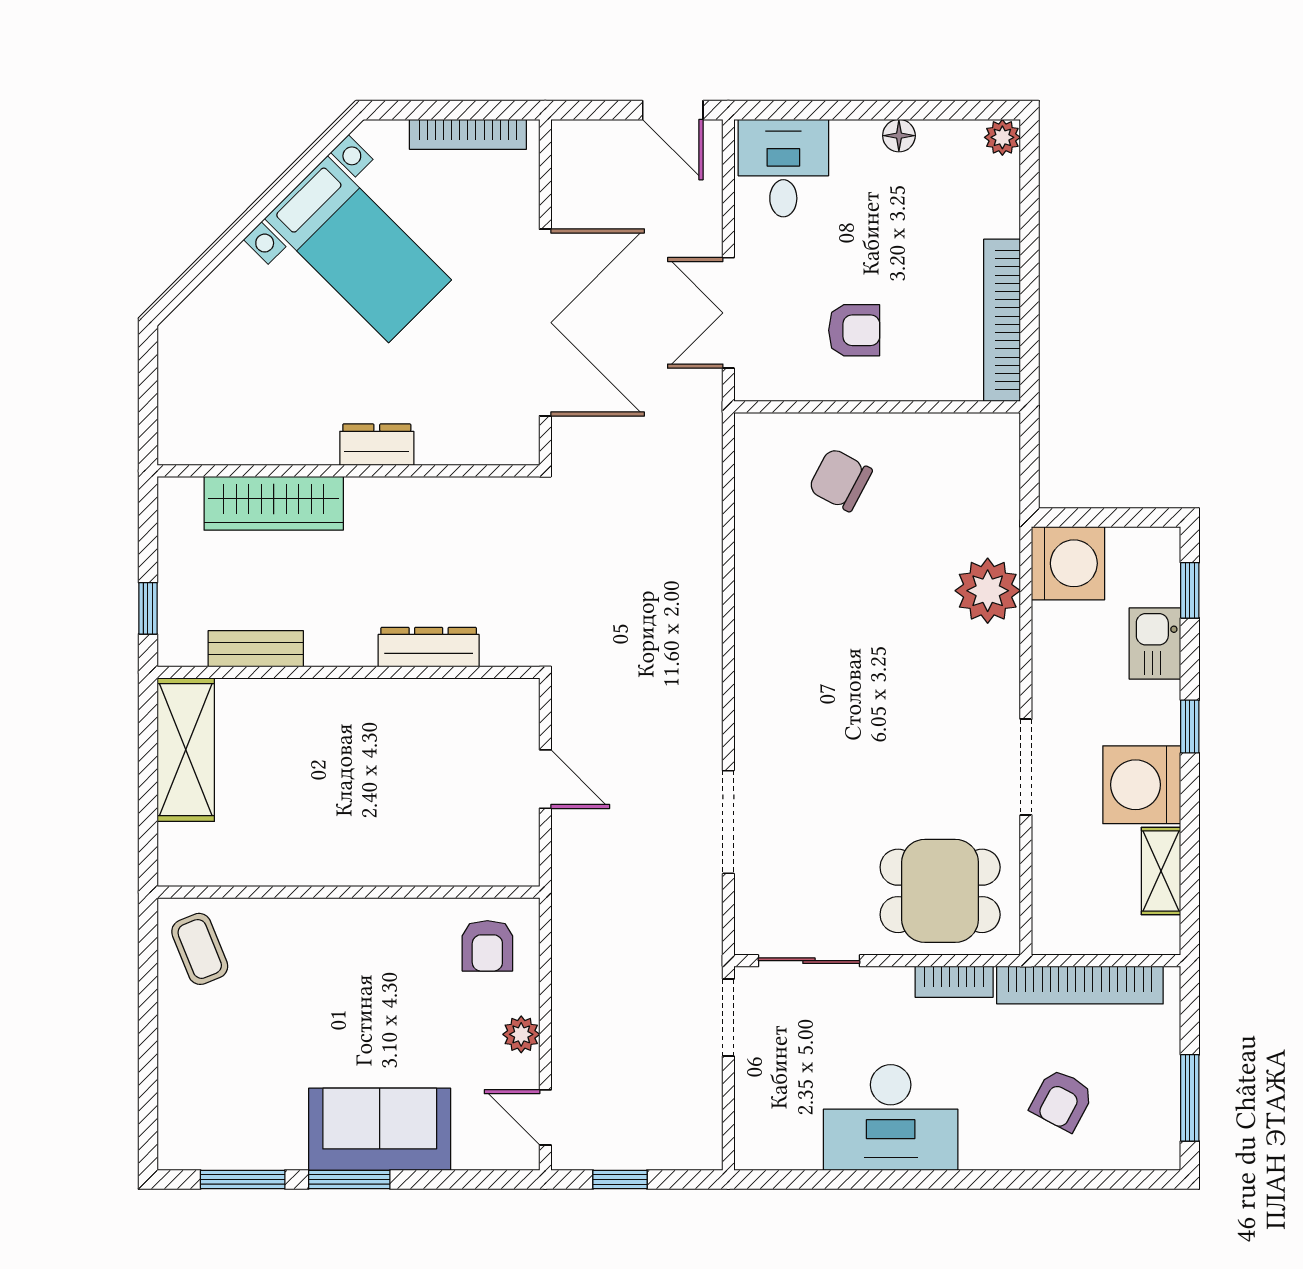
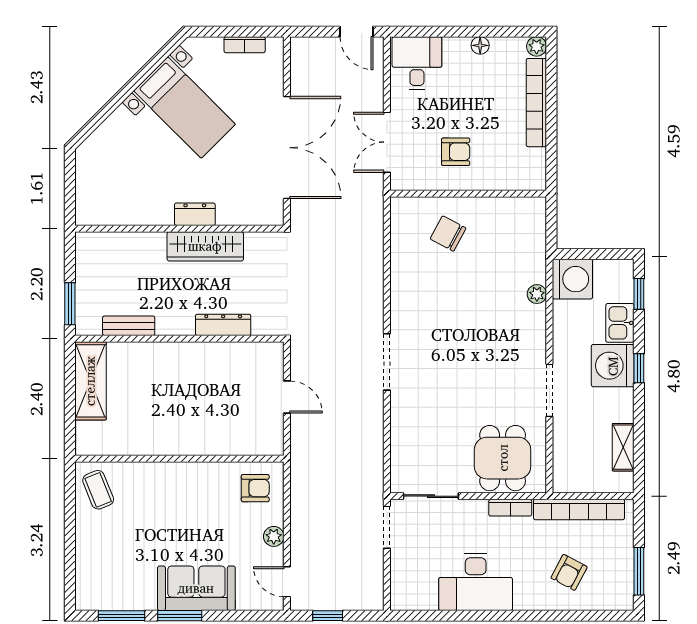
bookcase: (468, 134) -> (245, 45), width x0.64
bookcase: (1002, 320) -> (536, 103), moved
wardrobe: (274, 503) -> (205, 246), moved
plant: (988, 591) -> (537, 294), width x0.53, depth x0.53
window: (148, 608) -> (70, 304), width x1.50
washing machine: (1142, 785) -> (613, 366), moved
doorway: (728, 822) -> (387, 362), moved
dining table: (940, 891) -> (503, 458), turned 90
armchair: (487, 946) -> (255, 488), turned -90

